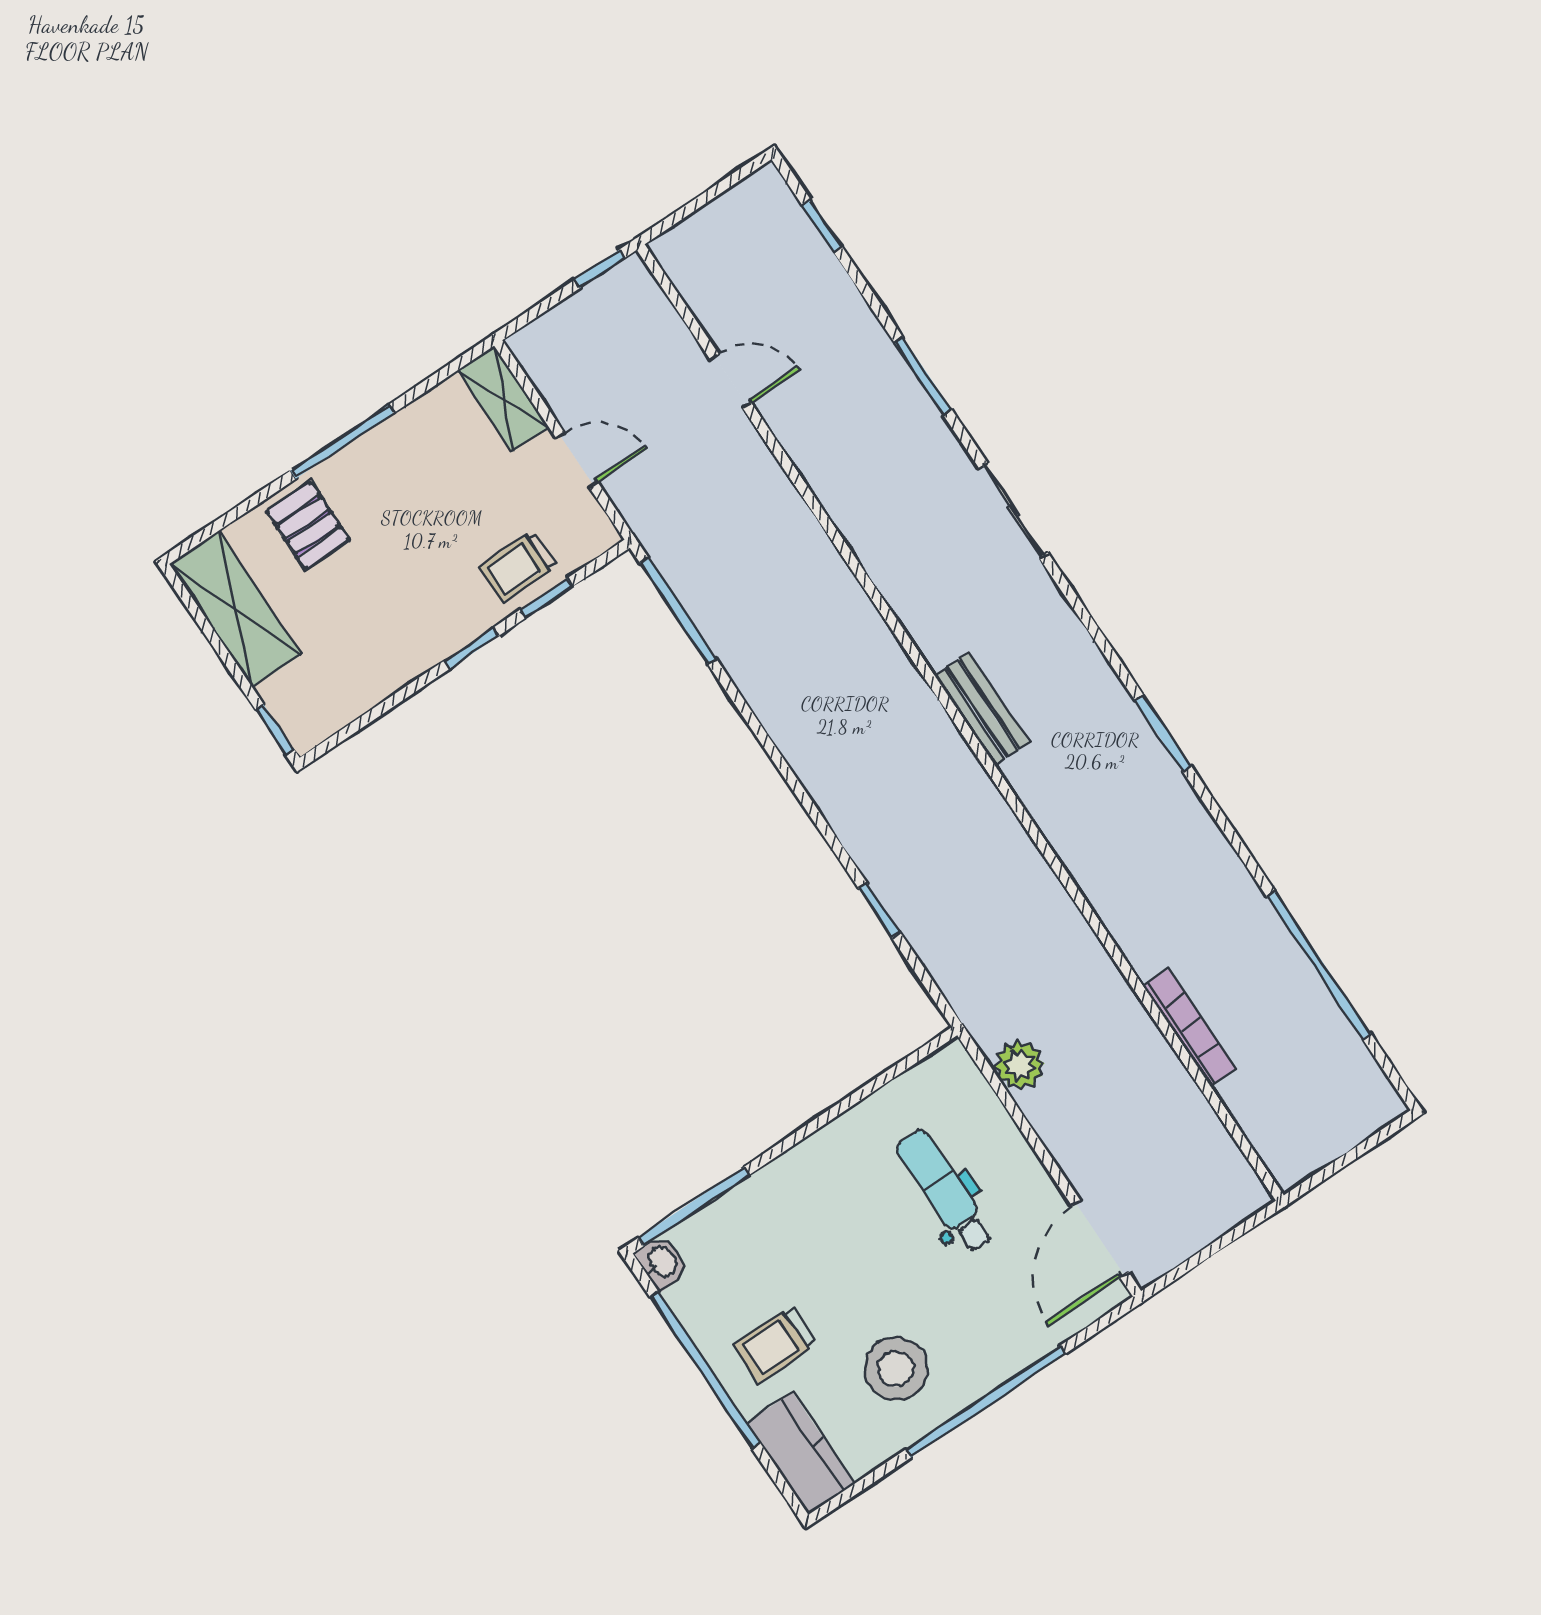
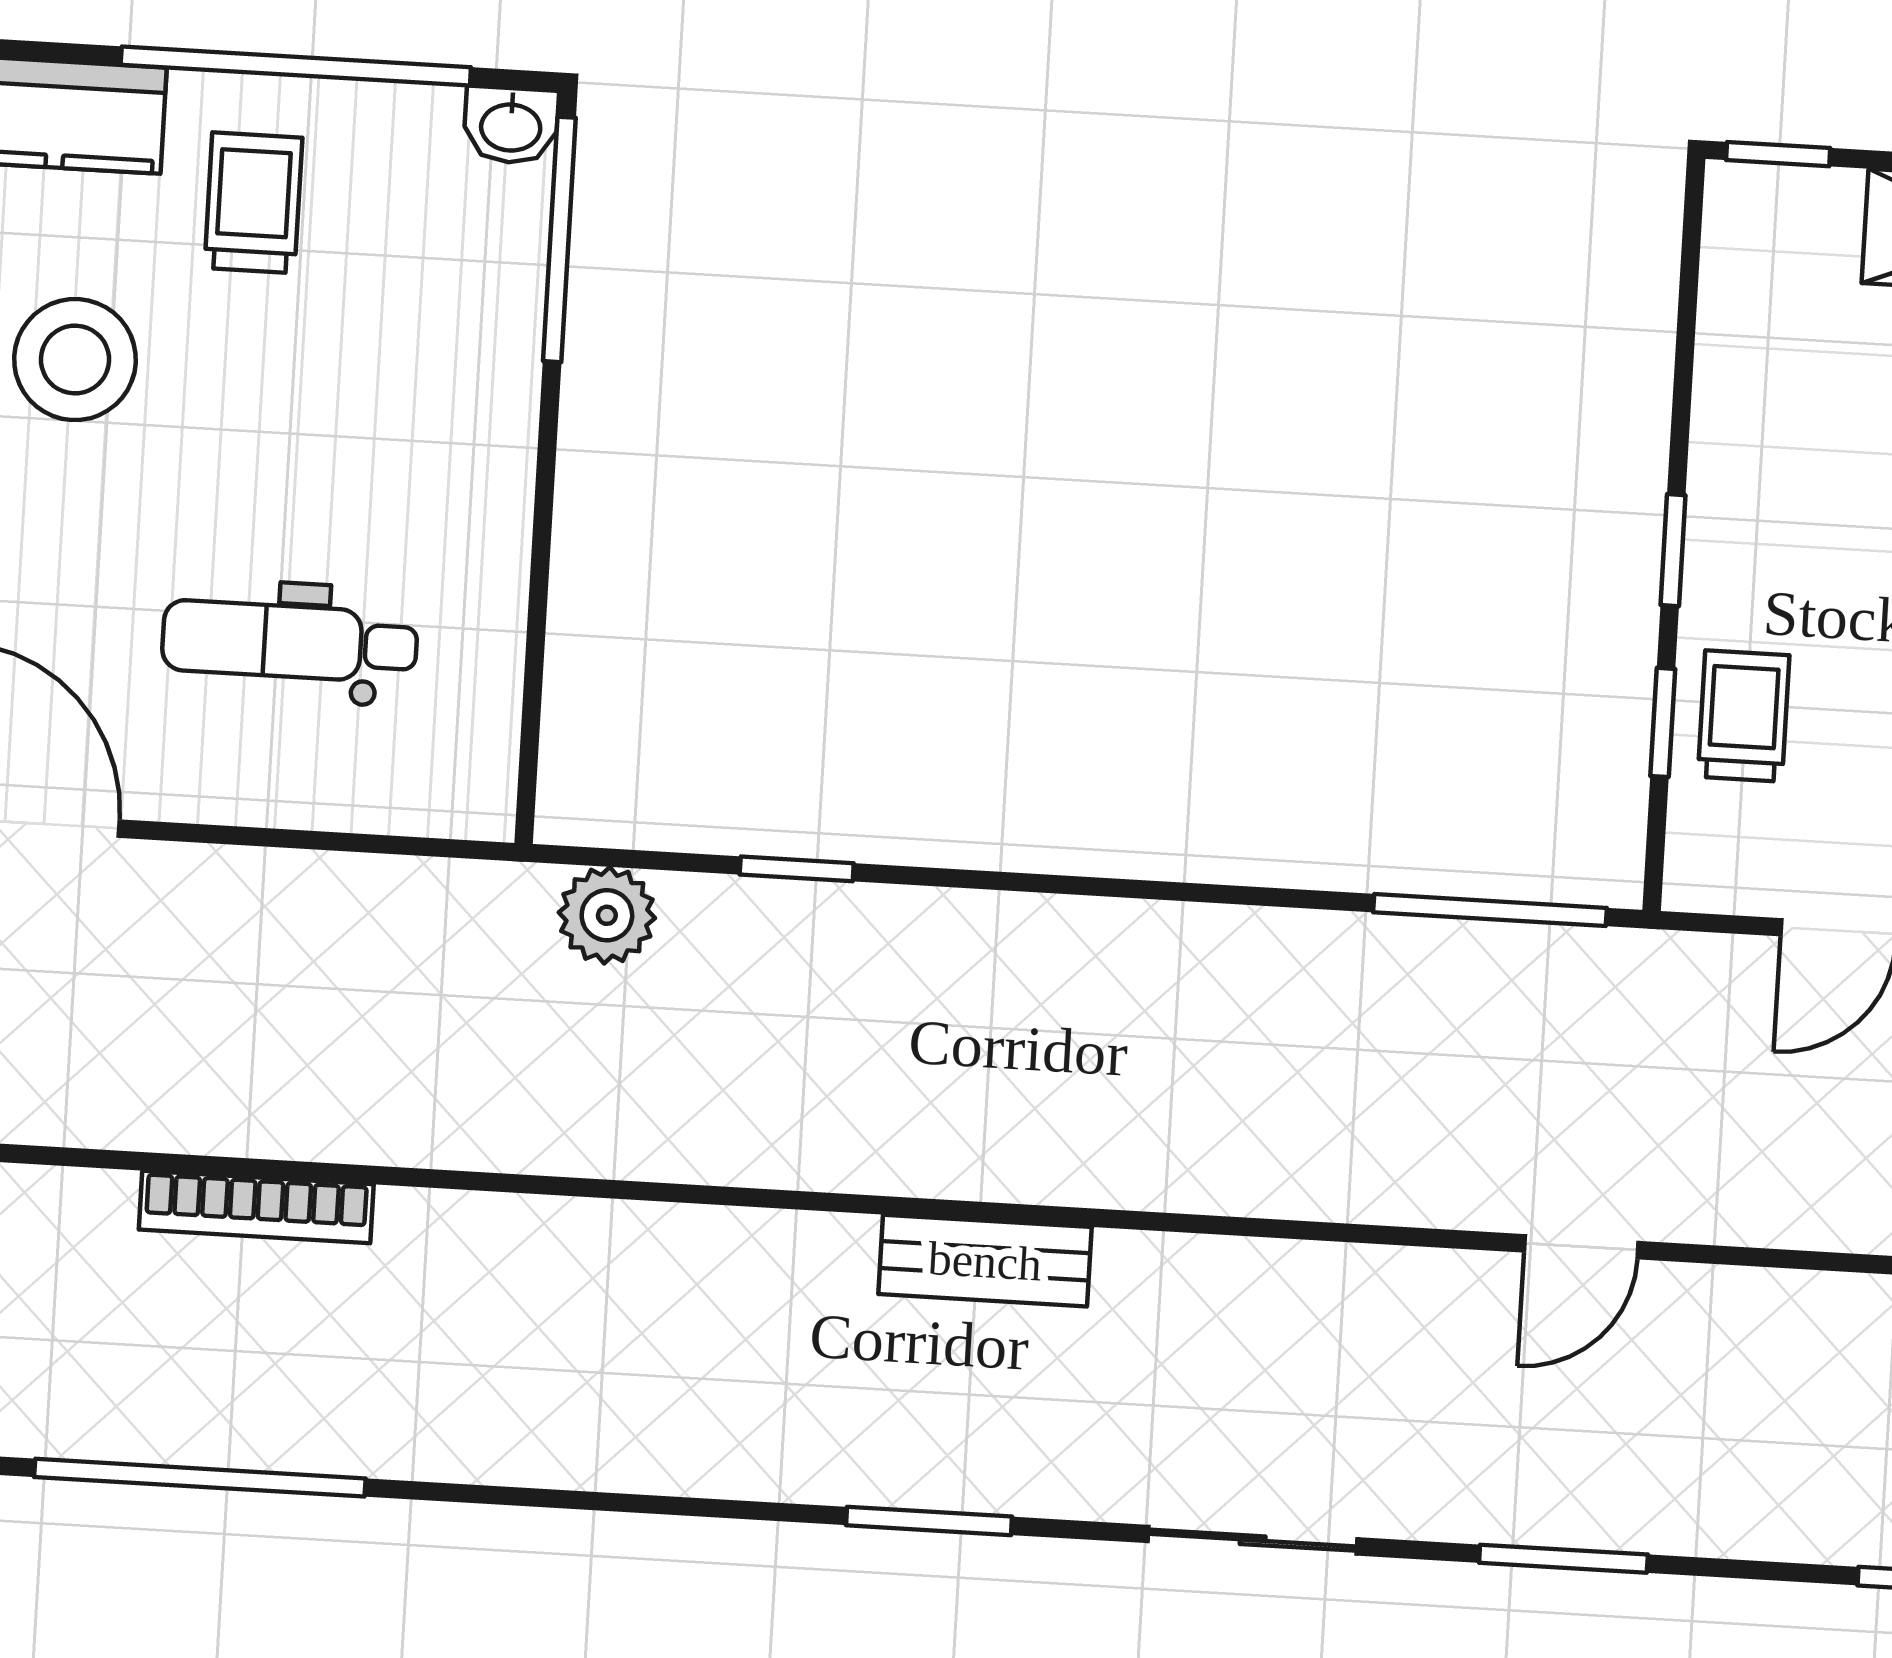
door: (731, 381) -> (1581, 1247), moved
window: (1163, 733) -> (929, 1521), moved
plant: (1019, 1065) -> (607, 915), moved
dental chair: (945, 1191) -> (290, 642), turned 180

